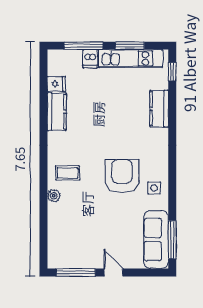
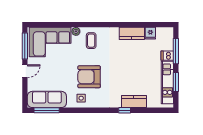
window: (172, 72) -> (125, 110), moved
armchair: (122, 176) -> (89, 77), turned 180
corner sofa: (70, 235) -> (50, 42), added

